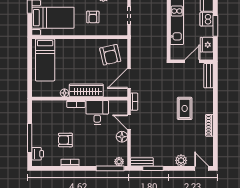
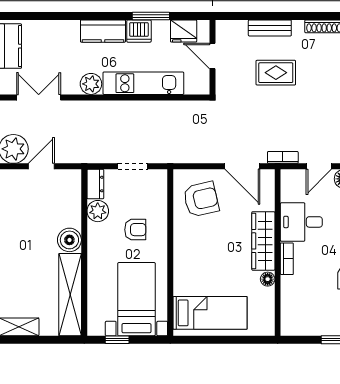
bench: (208, 76) -> (270, 28), moved
rug: (185, 108) -> (276, 73), moved

